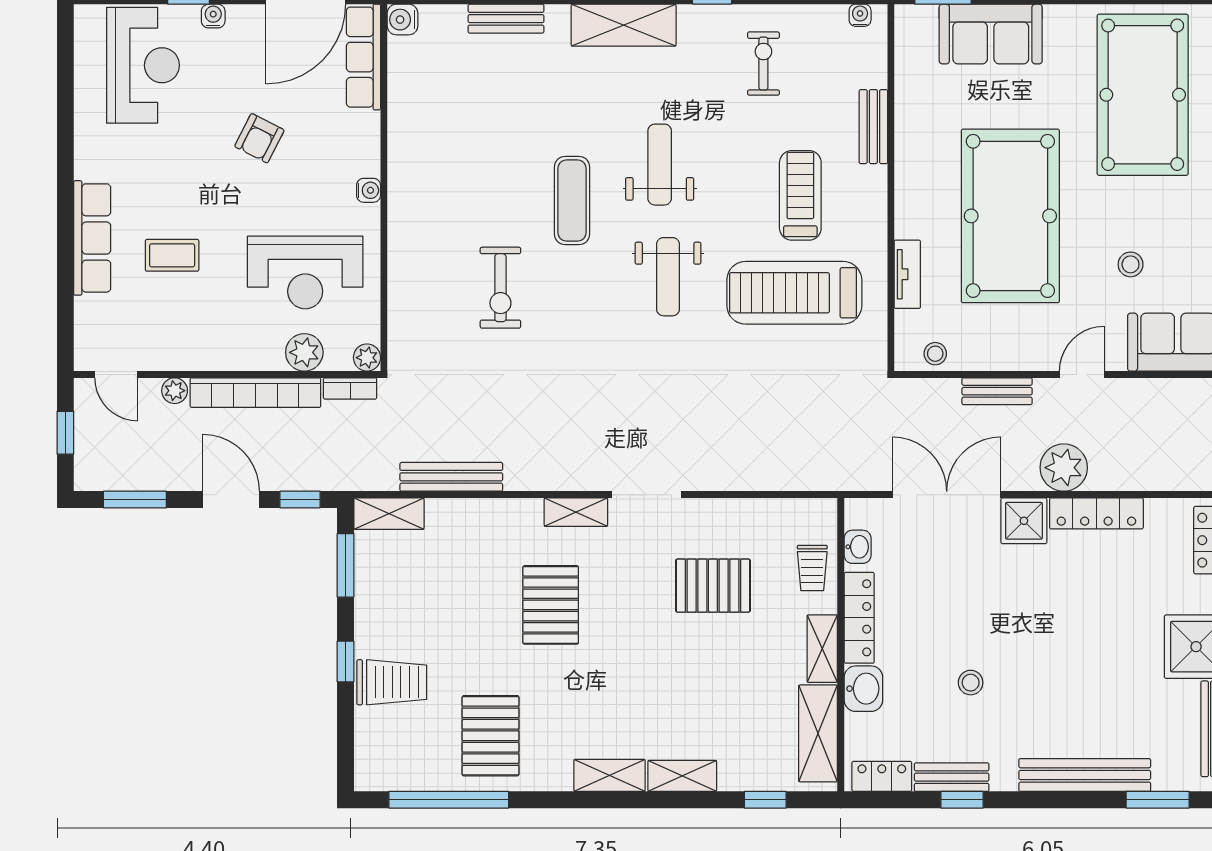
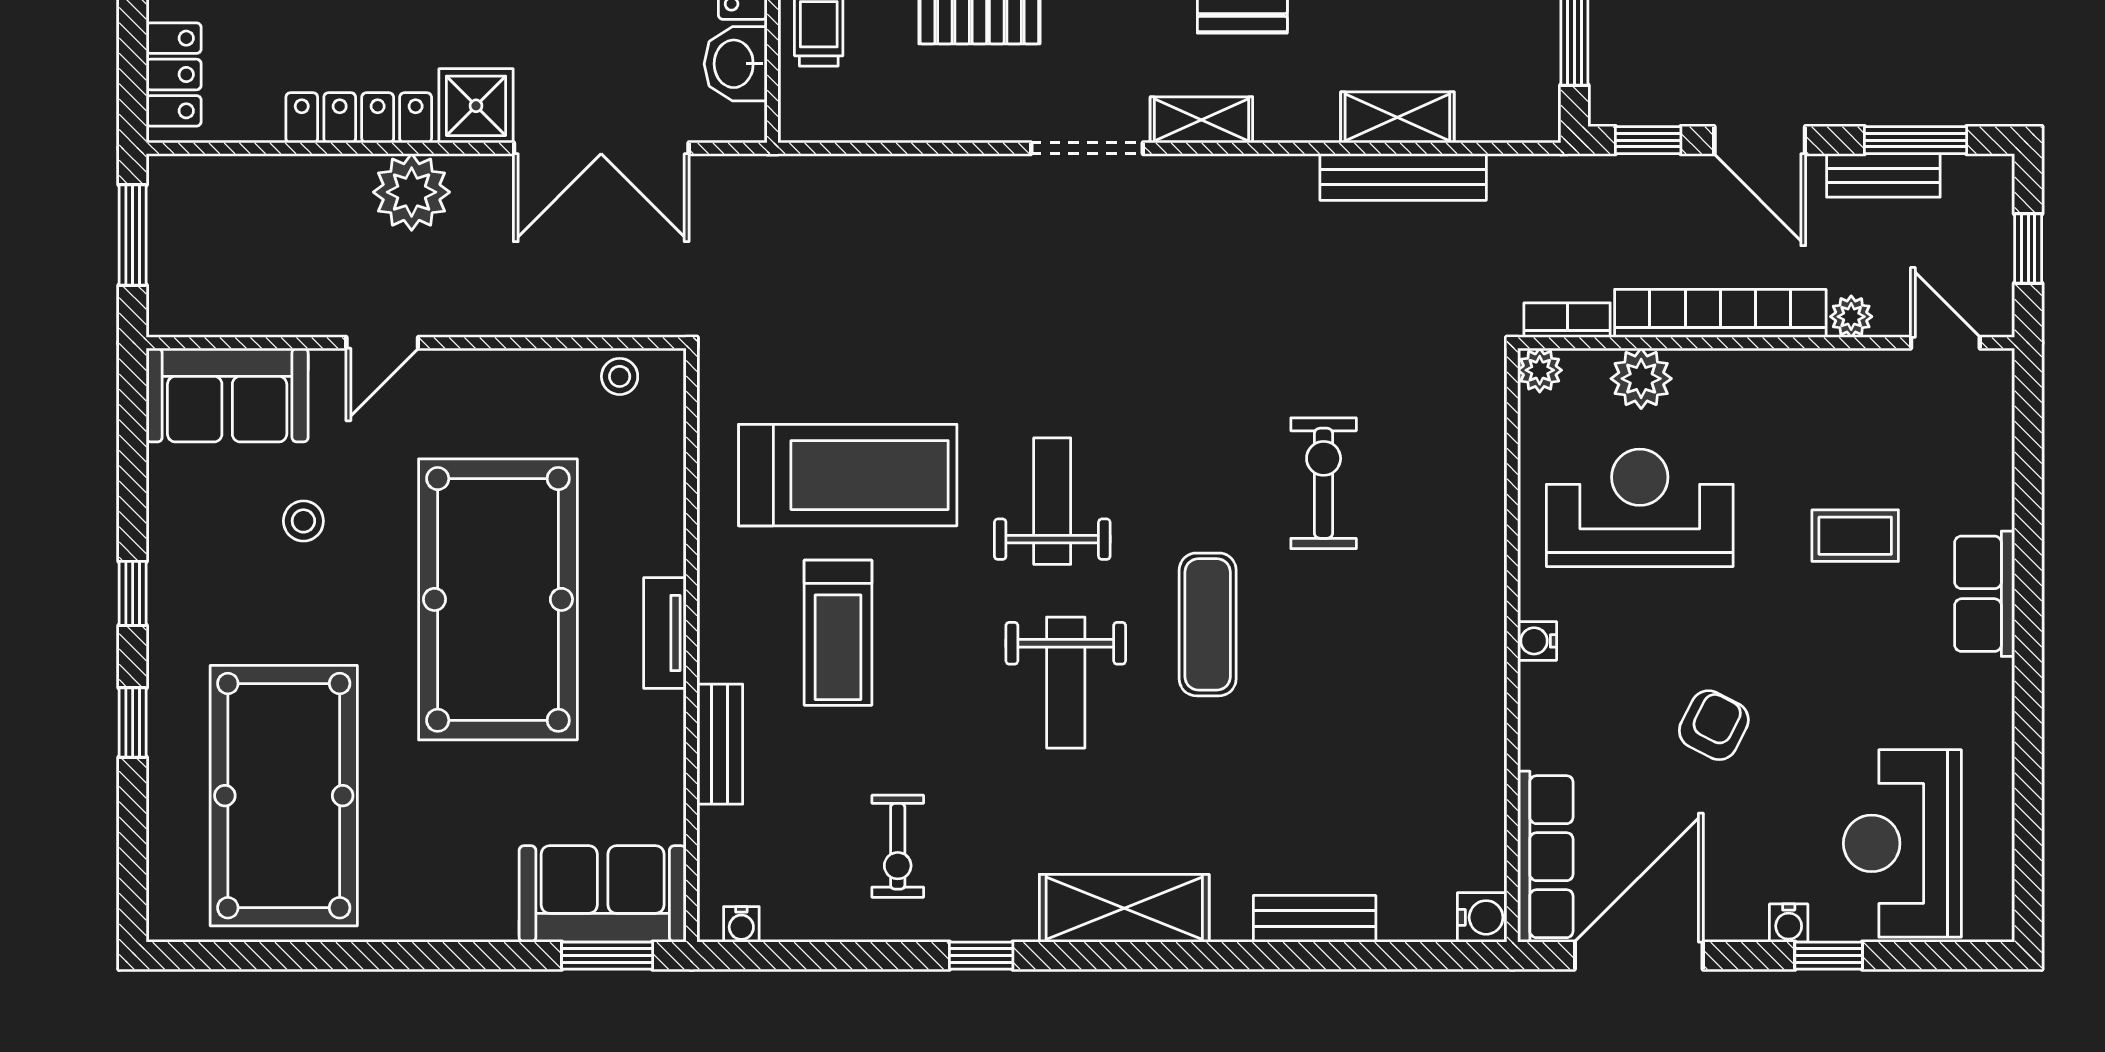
sofa: (991, 34) -> (603, 894), moved
row of seats: (92, 238) -> (1985, 594), width x0.68
tv unit: (907, 274) -> (665, 633), moved
bench: (997, 391) -> (1883, 175), moved
shelving: (389, 514) -> (1397, 117), moved
washbasin: (858, 547) -> (736, 64), width x1.38, depth x1.45

